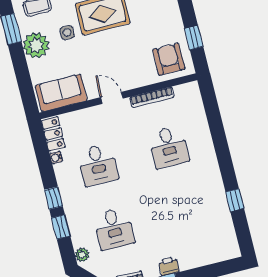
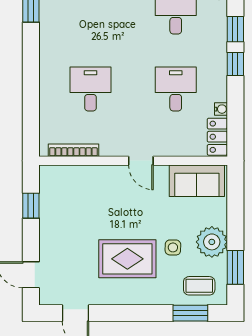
armchair: (169, 59) -> (65, 188), removed
bookcase: (152, 97) -> (73, 150), moved

